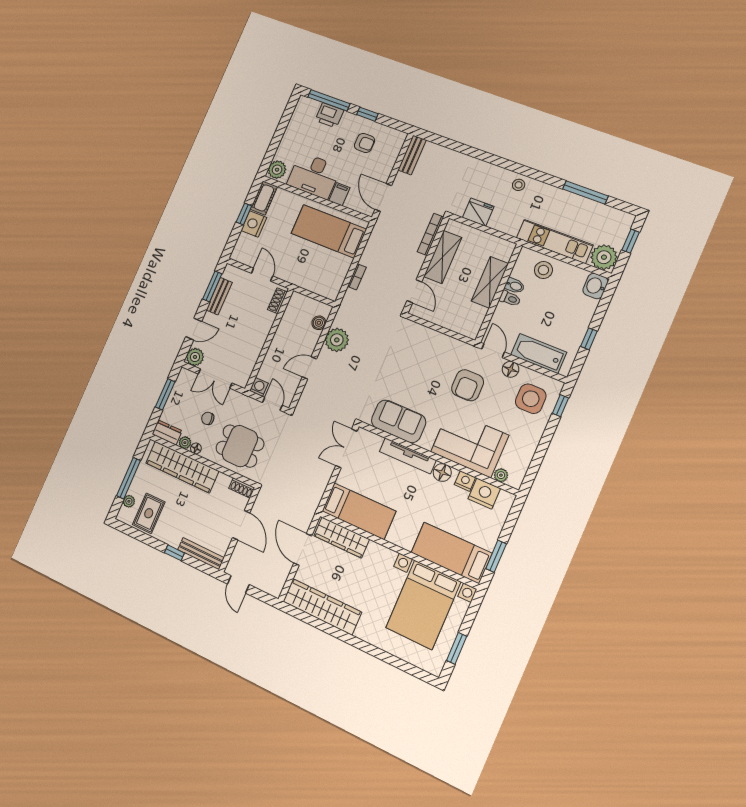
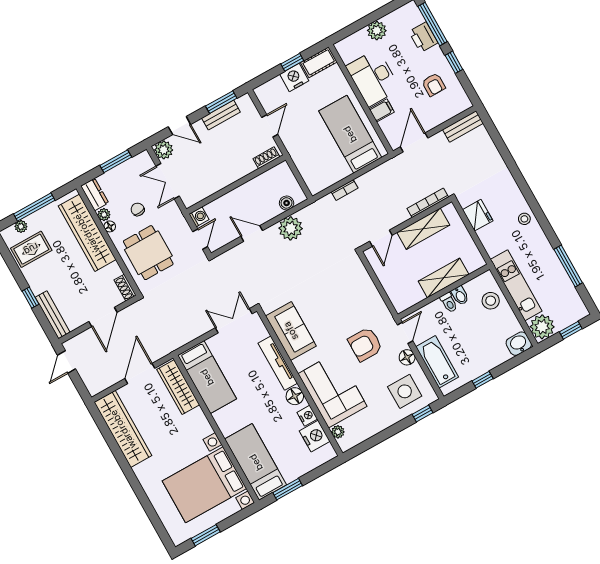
plant: (277, 170) -> (377, 31), moved

